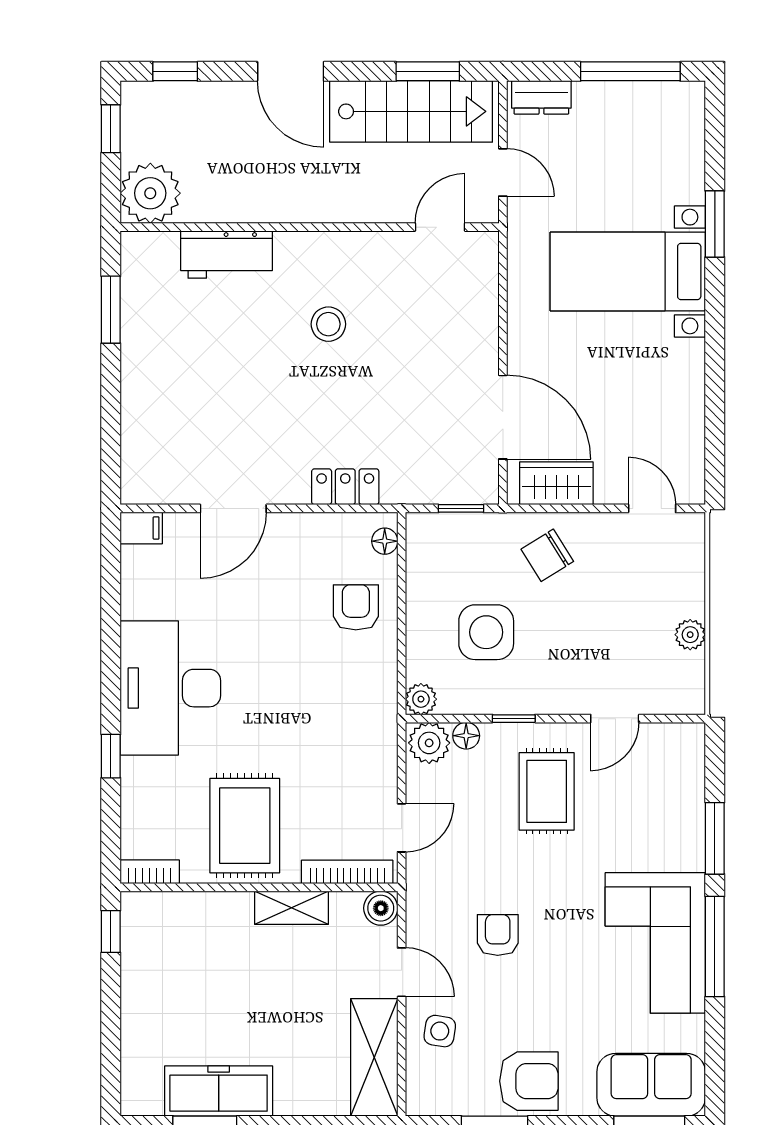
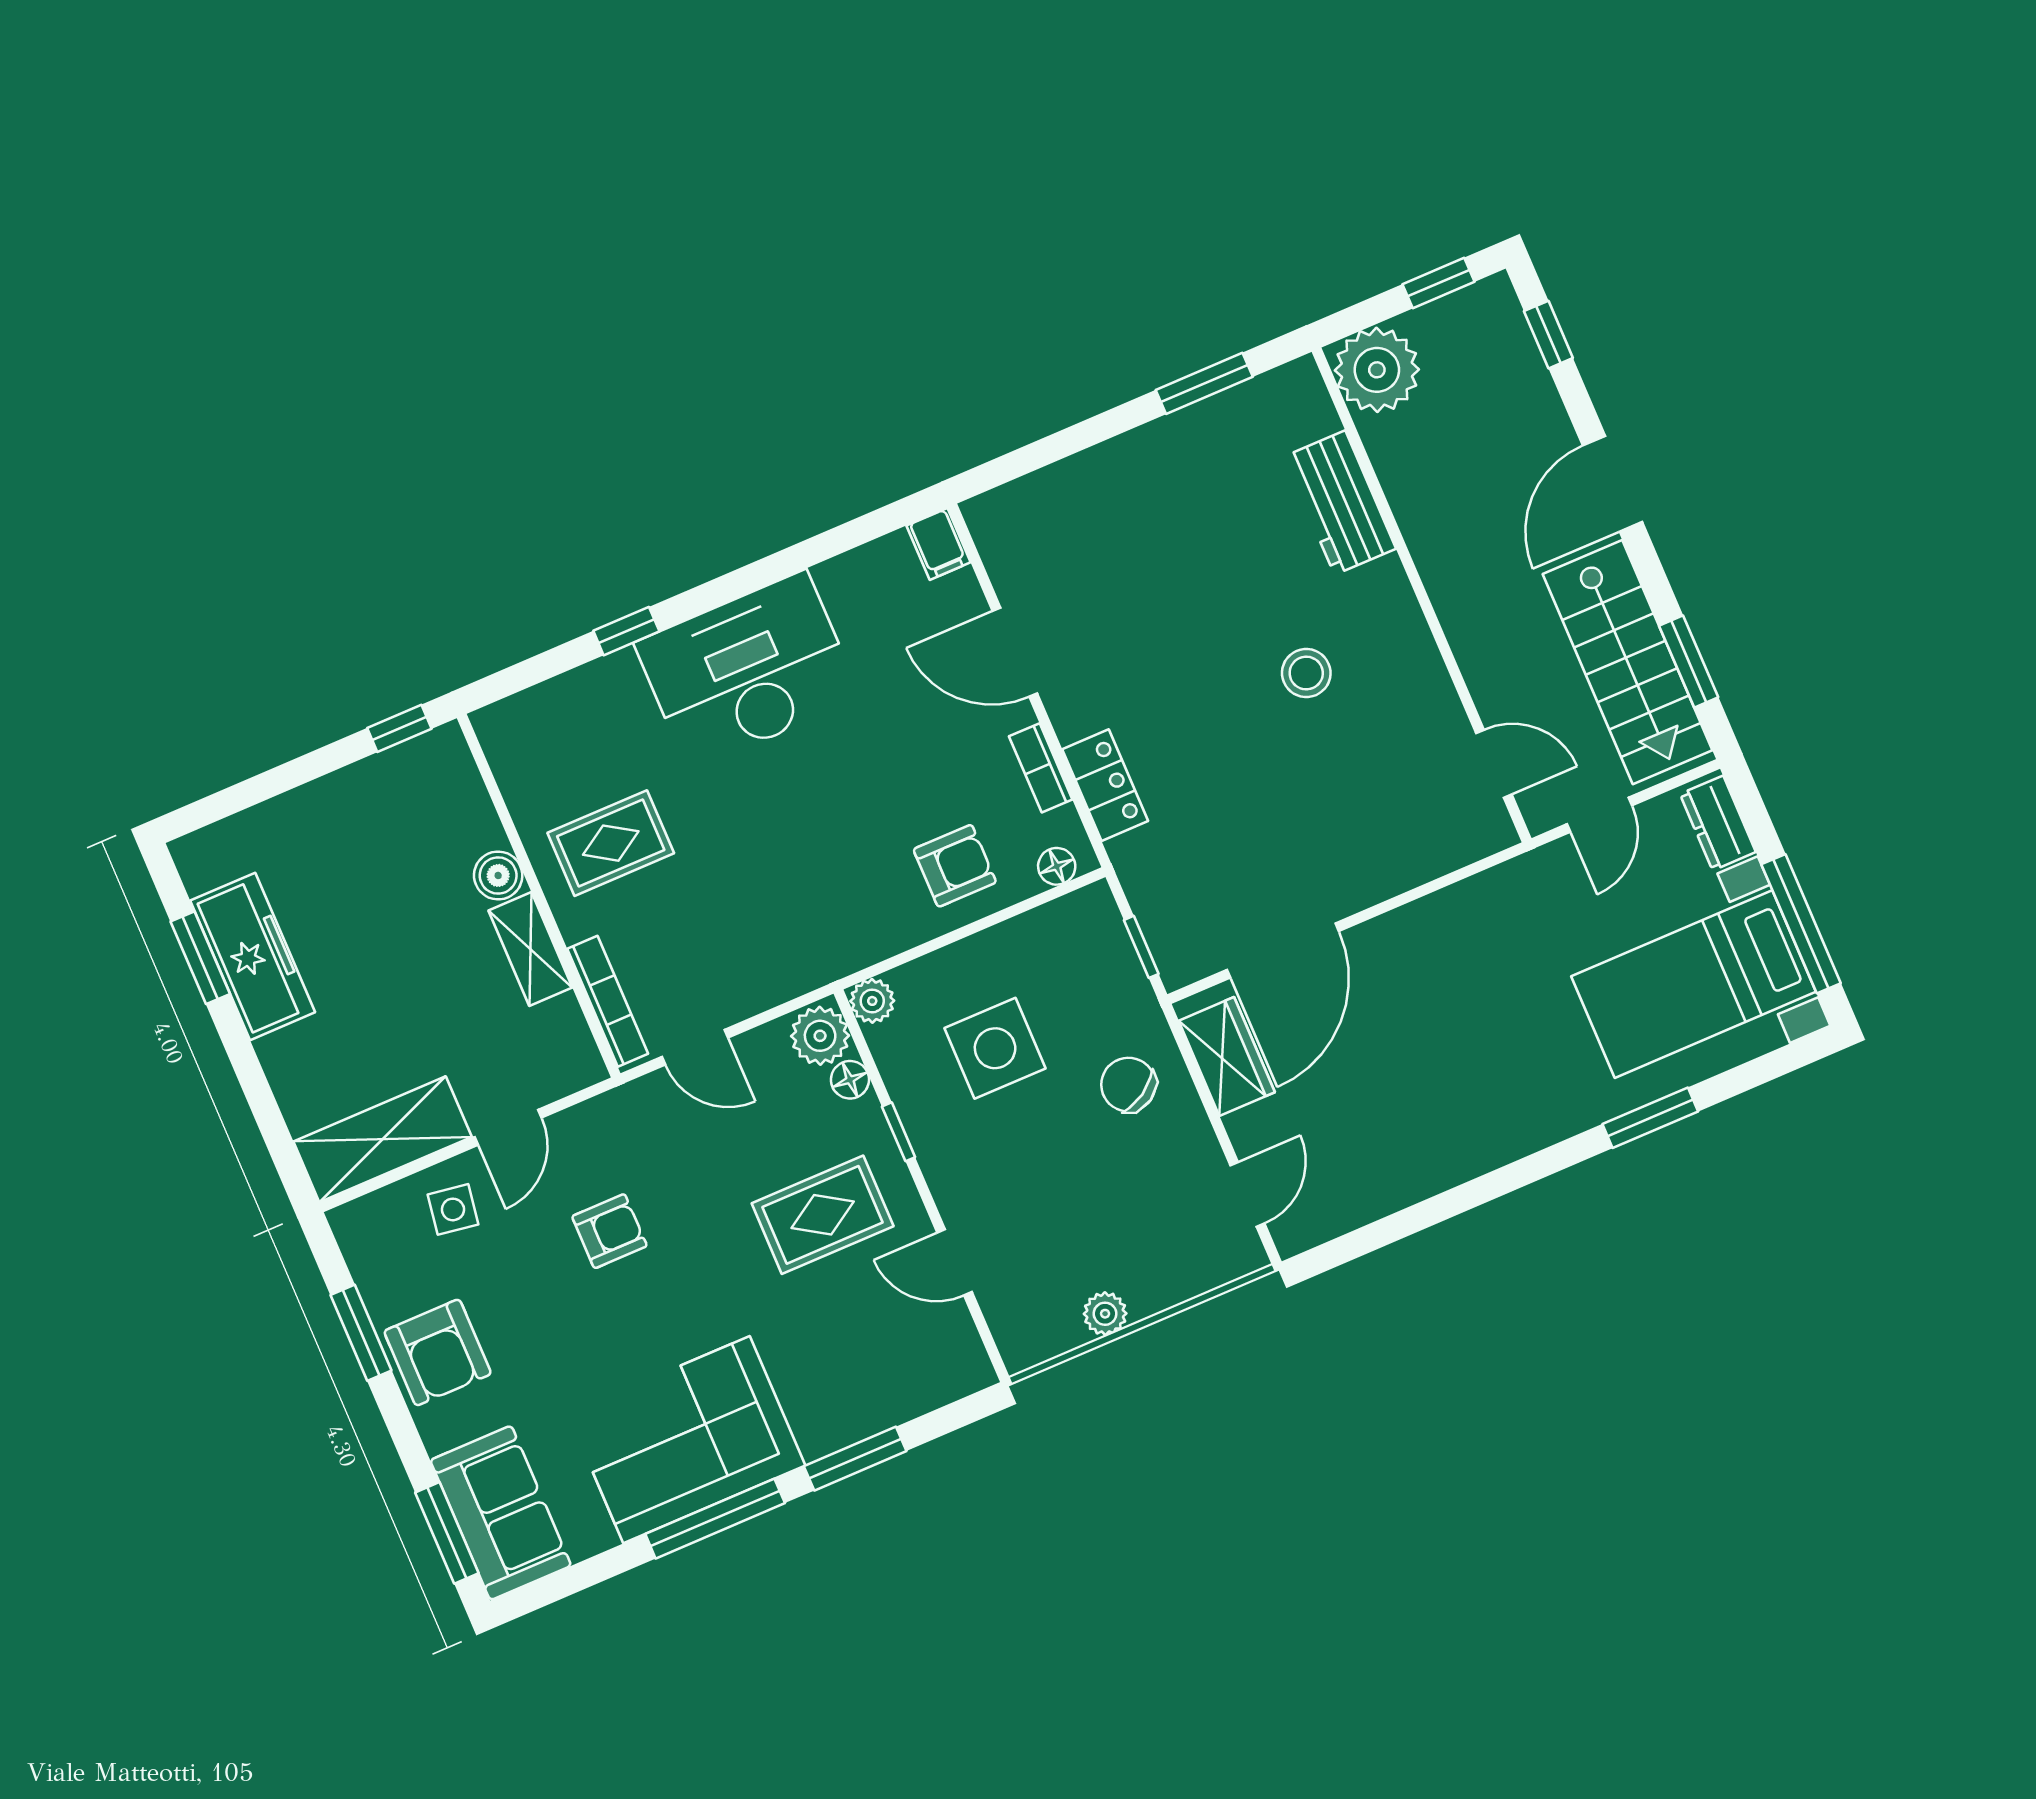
bed with nightstands: (628, 271) -> (1694, 984), moved, turned -90
rug: (245, 826) -> (611, 843), width x0.73, depth x0.70
bookcase: (150, 872) -> (1041, 768), moved, turned 180
boiler: (381, 908) -> (498, 875), moved

